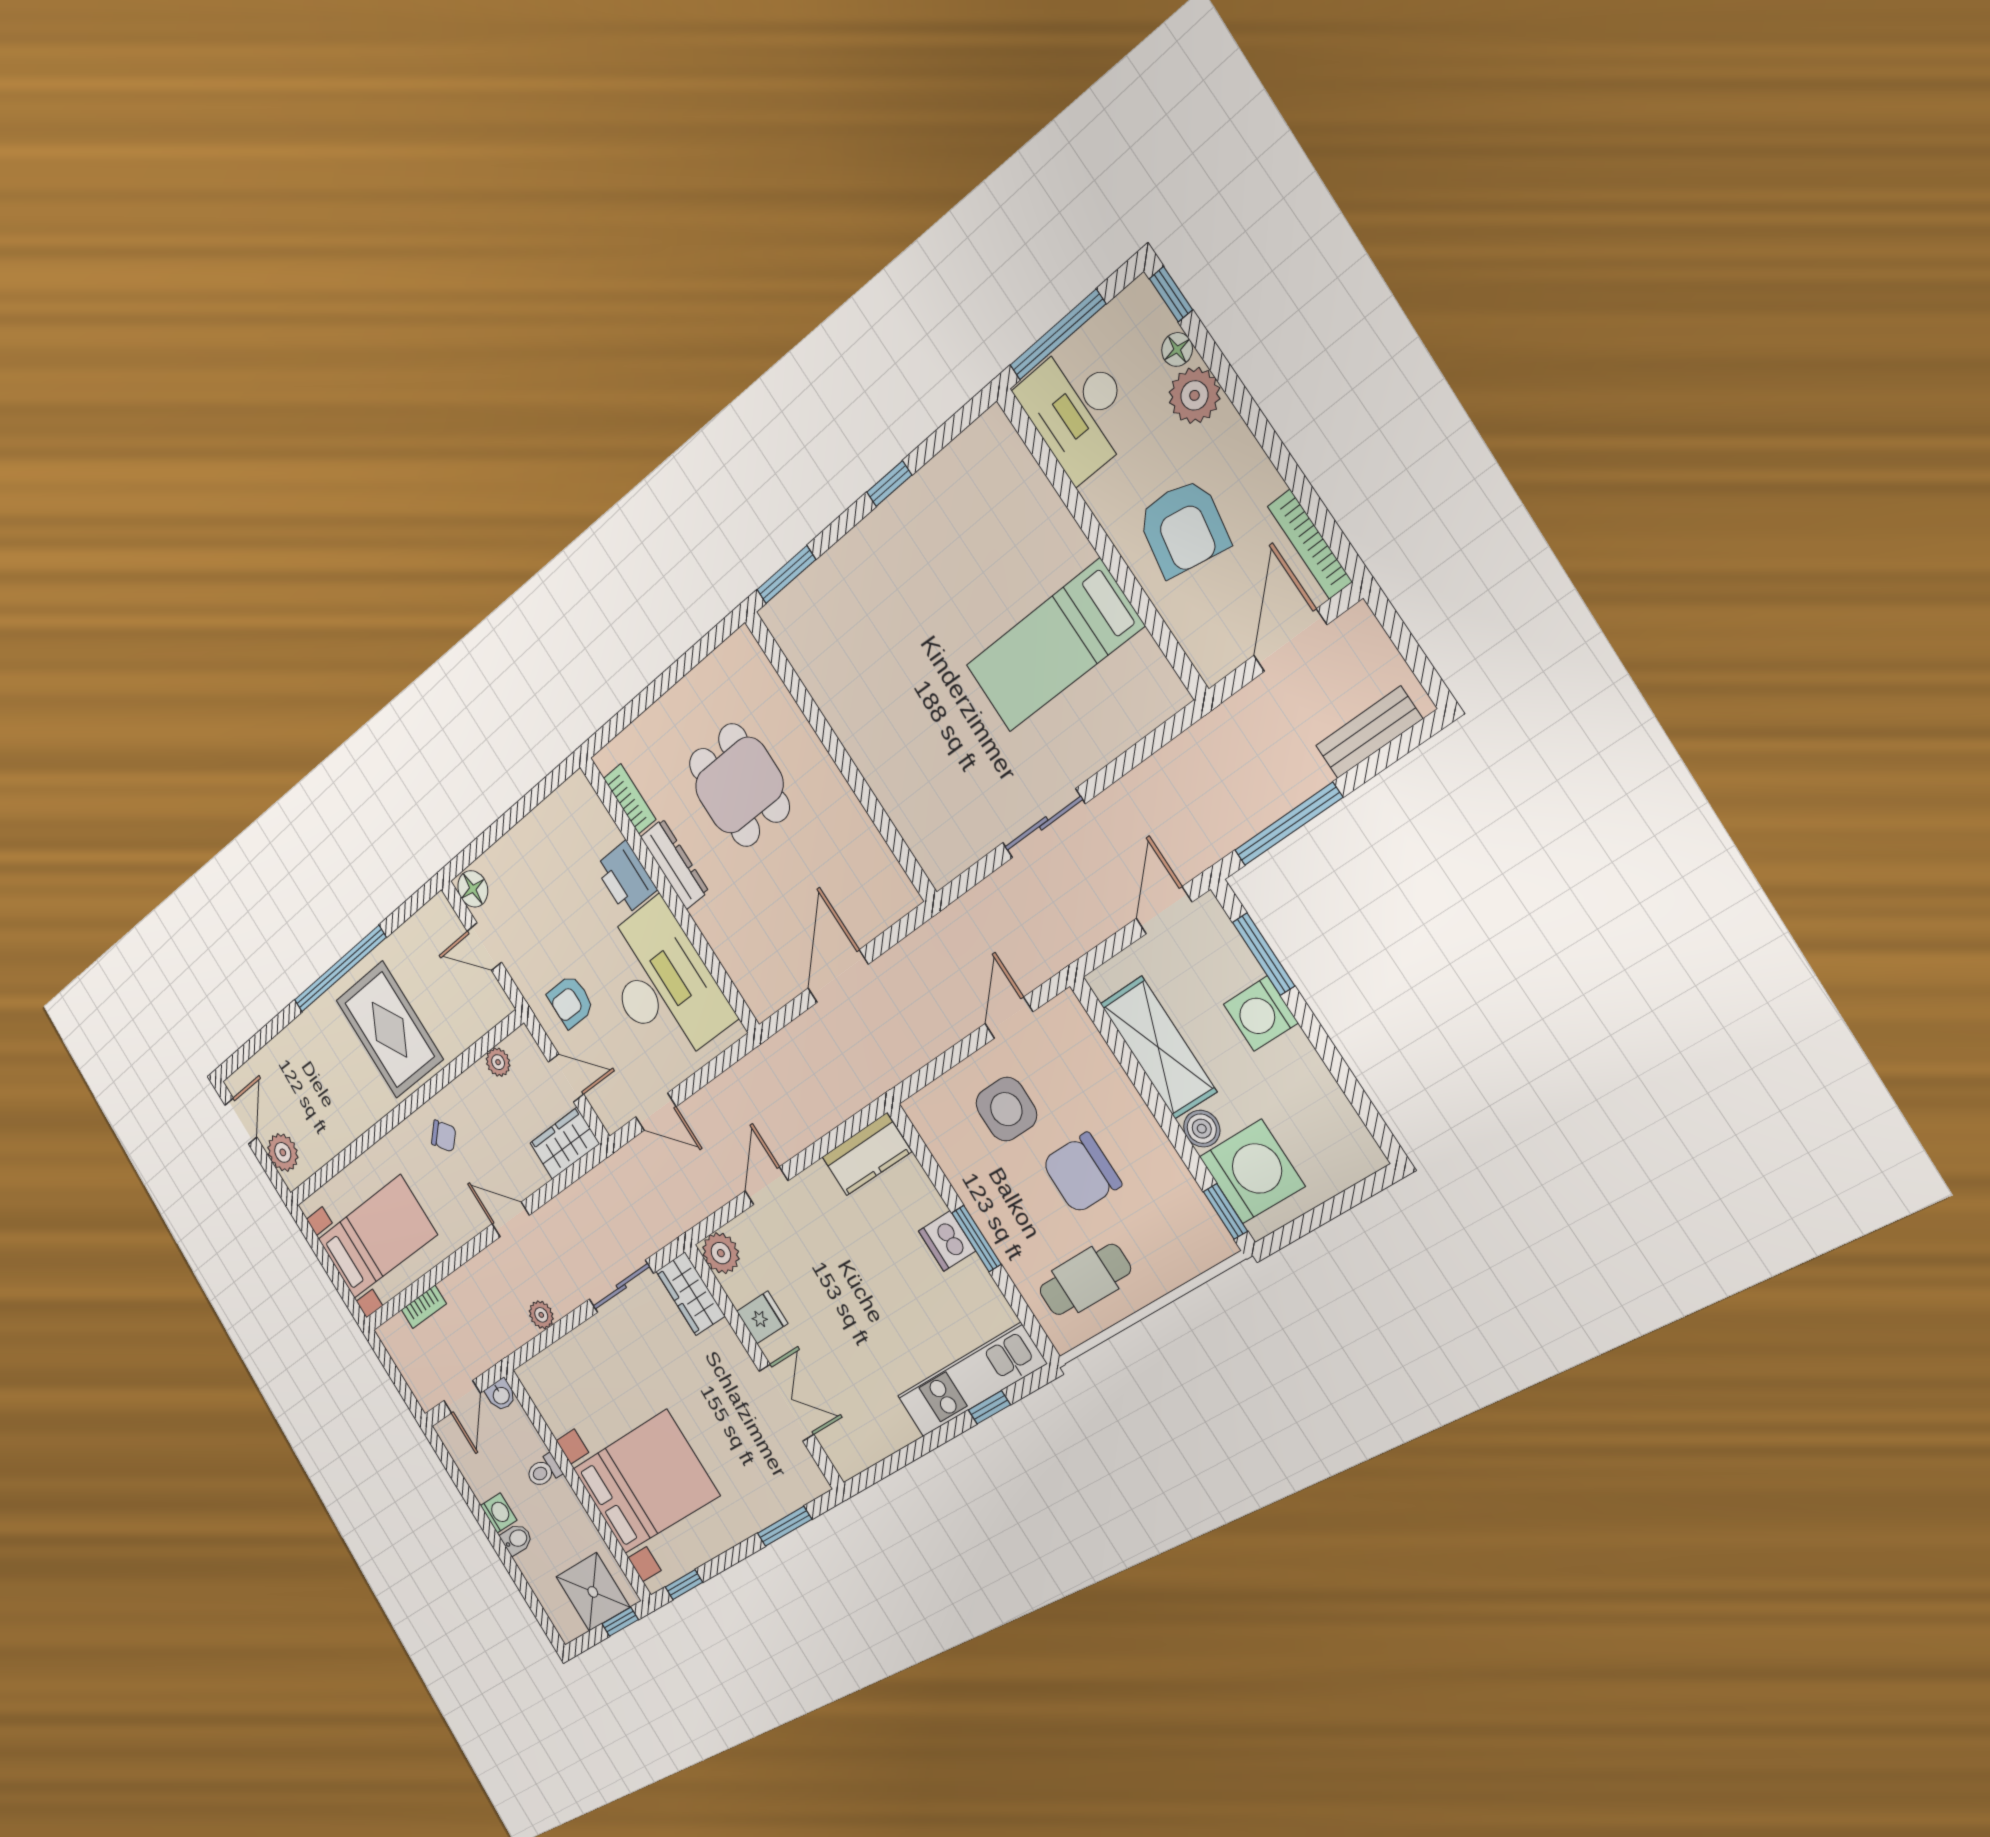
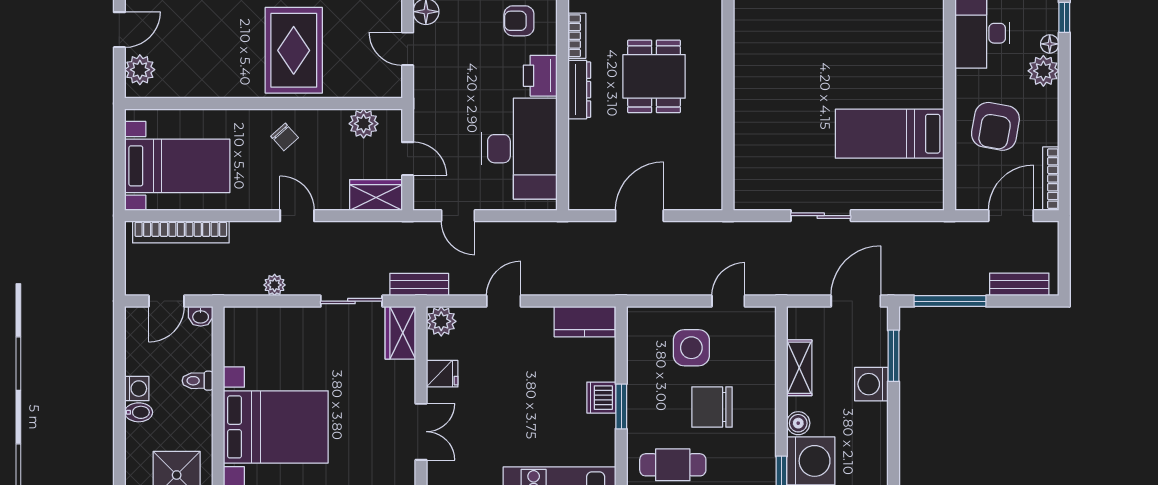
door: (1164, 910) -> (856, 301), width x1.38
armchair: (571, 1002) -> (519, 21), moved
shelving: (1158, 1047) -> (799, 368), width x0.67, depth x0.75
plant: (498, 1062) -> (364, 124), width x1.38, depth x1.38
bench: (672, 1223) -> (419, 285), added
bookcase: (424, 1307) -> (181, 232), width x2.31, depth x1.31

